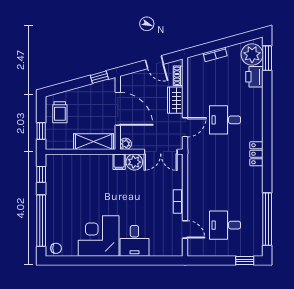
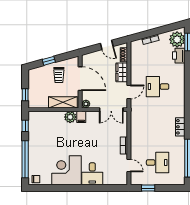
window: (99, 77) -> (49, 61), moved
trolley: (60, 112) -> (59, 75), moved
locker: (256, 154) -> (180, 127), moved
plant: (134, 162) -> (70, 117), moved
desk: (225, 225) -> (158, 162), turned 180
window: (245, 261) -> (148, 188), moved

